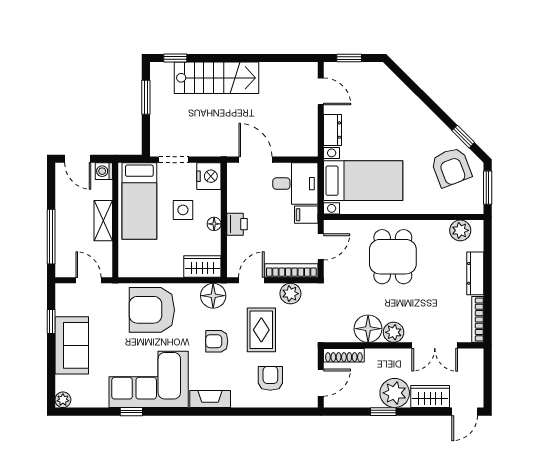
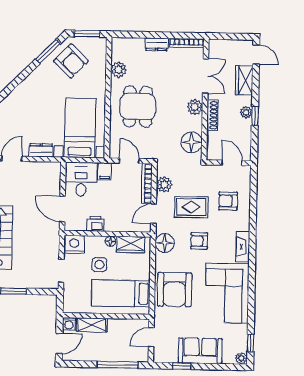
window: (463, 137) -> (48, 51), width x1.50
door: (255, 160) -> (62, 209), hinge flipped
armchair: (451, 167) -> (71, 61), turned 65
bed: (139, 201) -> (121, 293), moved, turned 180
shelving: (103, 221) -> (92, 325), moved
printer: (237, 224) -> (95, 224), moved
plant: (460, 230) -> (119, 70), moved
dining table: (393, 257) -> (138, 106), turned 90
wardrobe: (202, 266) -> (131, 245), moved, turned -90
dresser: (475, 273) -> (157, 44), width x0.70
door: (251, 280) -> (154, 214), hinge flipped
floor lamp: (368, 329) -> (192, 142), moved
armchair: (217, 341) -> (199, 241), turned 90
shoe rack: (344, 355) -> (212, 115), moved
plant: (395, 393) -> (246, 112), width x0.53, depth x0.53
window: (131, 412) -> (251, 343), moved

